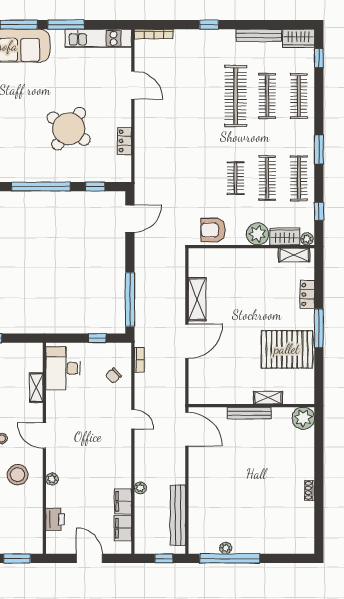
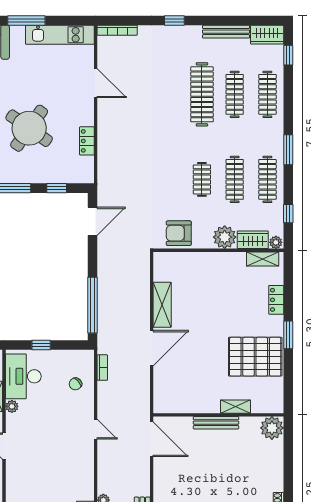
window: (319, 328) -> (288, 335), width x0.69
window: (97, 338) -> (41, 345), moved
plant: (52, 479) -> (12, 406), moved

